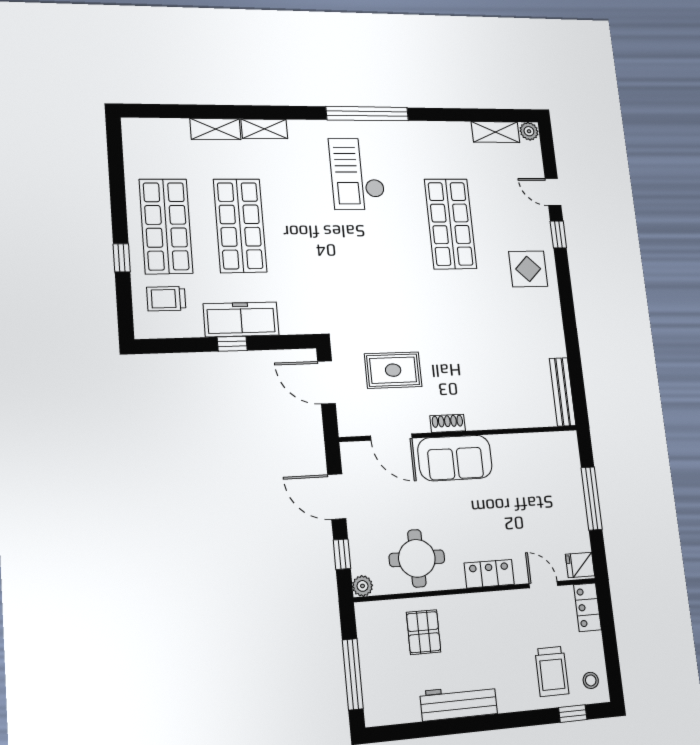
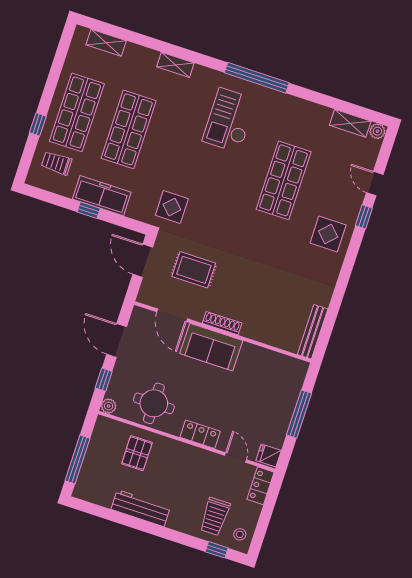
shelving: (215, 129) -> (106, 43), moved
display table: (334, 303) -> (172, 207), added
shoe rack: (448, 423) -> (222, 323), width x1.43

